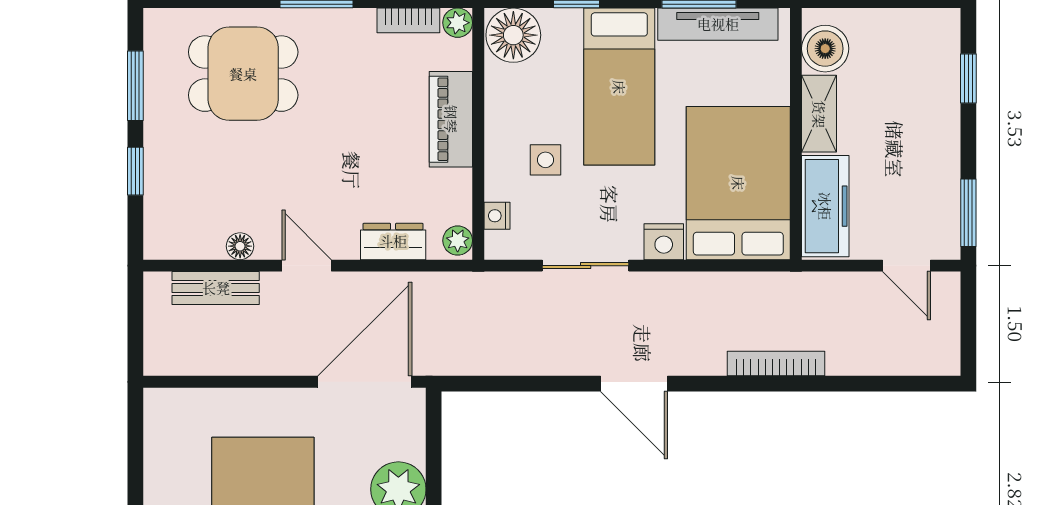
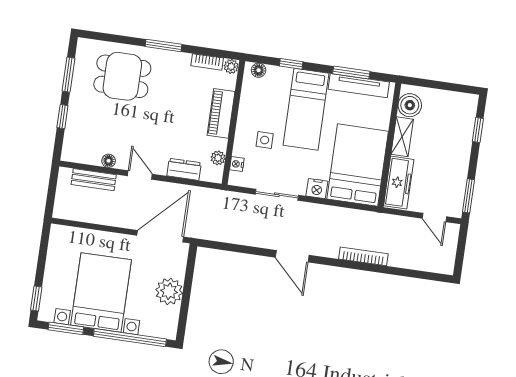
floor lamp: (513, 35) -> (259, 70), width x0.53, depth x0.53
plant: (458, 241) -> (218, 158), moved

